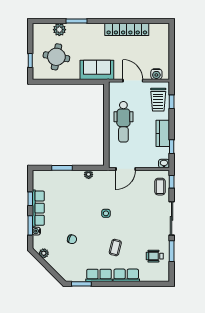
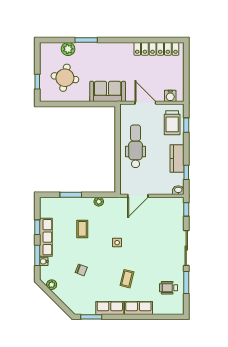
locker: (127, 29) -> (156, 49), moved
dental chair: (123, 122) -> (136, 146), turned 180
coffee table: (160, 187) -> (82, 229), moved

